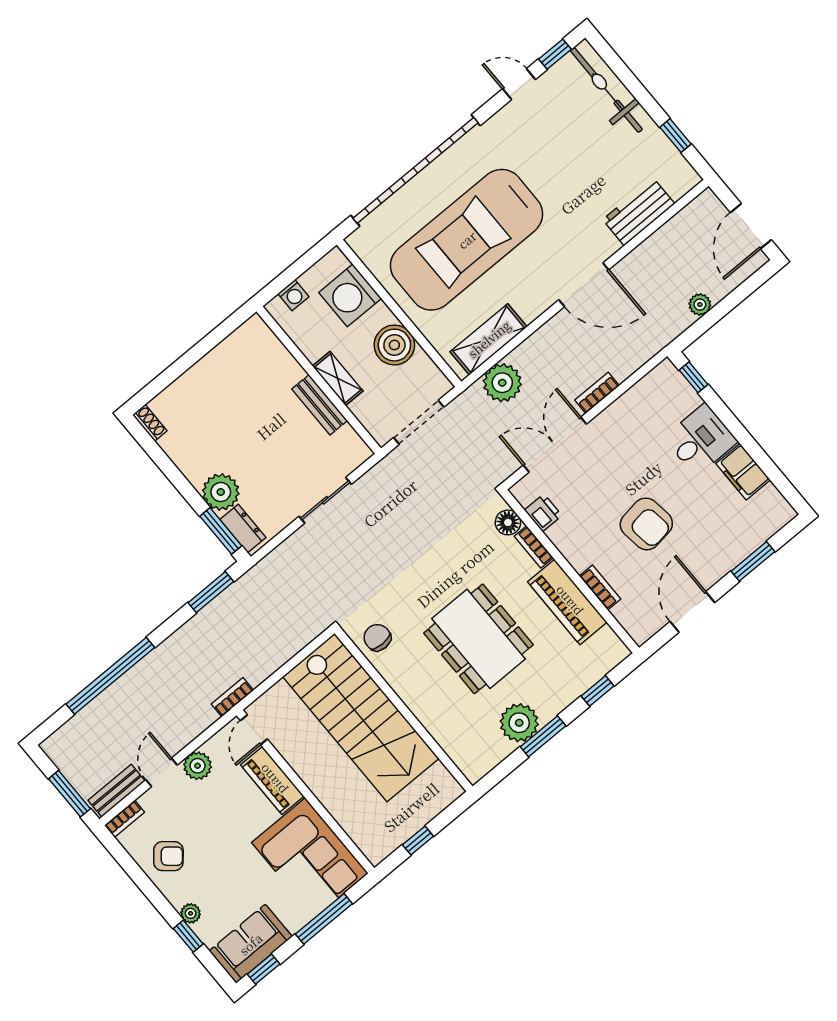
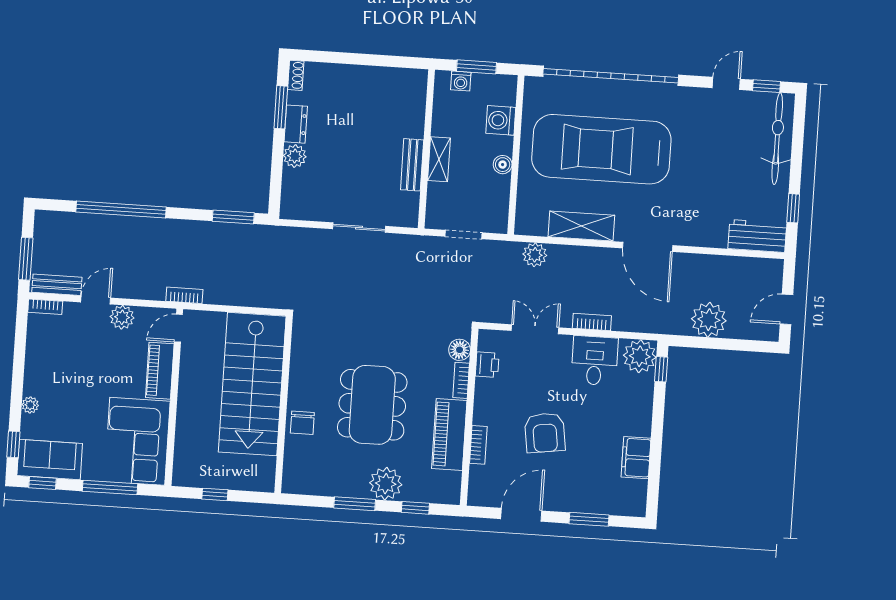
door: (519, 84) -> (726, 83), hinge flipped
workbench: (639, 212) -> (757, 236), moved
door: (751, 226) -> (786, 309), width x0.73
window: (295, 271) -> (477, 67), added
washing machine: (350, 295) -> (501, 120), width x0.73, depth x0.73
plant: (700, 305) -> (709, 320), width x1.88, depth x1.88
shelving: (489, 339) -> (581, 226), moved
boiler: (394, 345) -> (503, 165), width x0.54, depth x0.54
plant: (502, 383) -> (535, 255), width x0.73, depth x0.73
plant: (665, 383) -> (640, 356), added
doorway: (419, 422) -> (463, 235), width x0.73
desk: (701, 440) -> (595, 361), moved, turned -90
double door: (555, 445) -> (535, 329), width x0.73
plant: (221, 492) -> (295, 156), width x0.73, depth x0.73
dresser: (243, 528) -> (296, 124), moved
window: (221, 531) -> (281, 107), moved
chair: (377, 638) -> (302, 423), moved, turned 180
plant: (519, 723) -> (386, 484), moved
armchair: (168, 856) -> (50, 356), removed
window: (188, 936) -> (13, 444), moved

